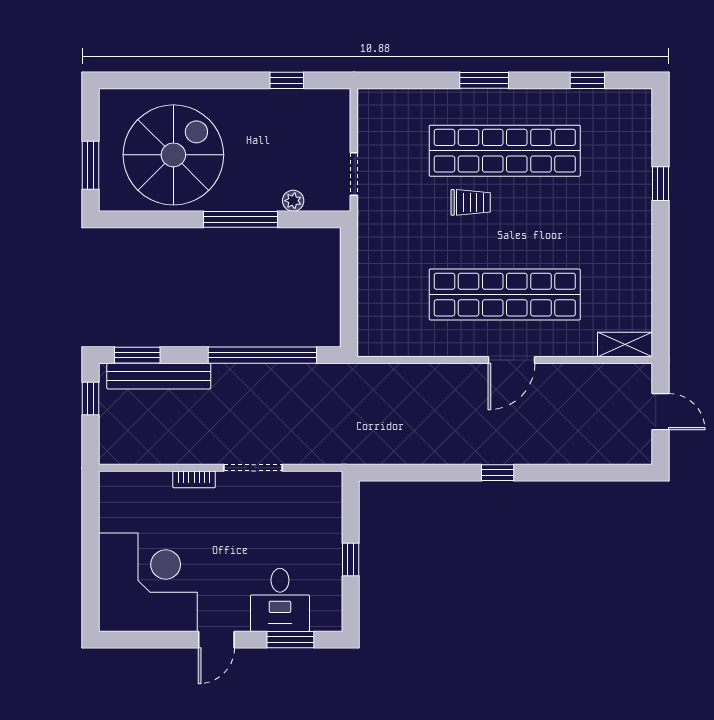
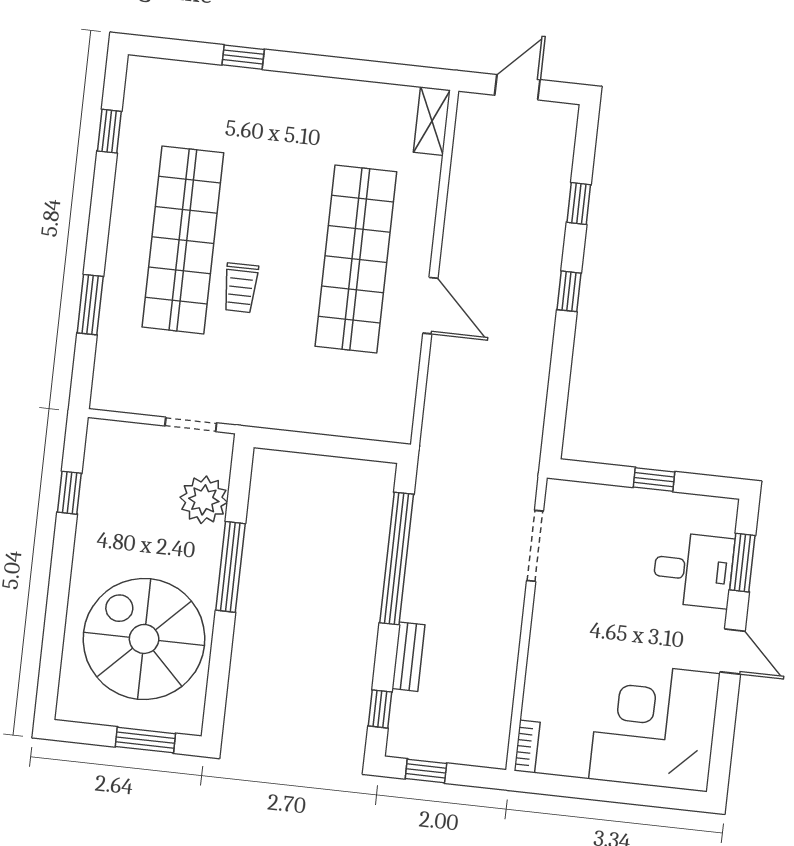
window: (484, 80) -> (90, 305), moved
plant: (293, 201) -> (204, 500), width x1.88, depth x1.88
trolley: (471, 202) -> (241, 288), turned 180
window: (137, 355) -> (380, 709), width x0.67
door: (511, 360) -> (430, 306), moved
bench: (159, 376) -> (409, 657), width x0.54, depth x0.82
doorway: (253, 468) -> (535, 546), moved
window: (571, 473) -> (579, 203), added
bookcase: (194, 479) -> (527, 747), moved

